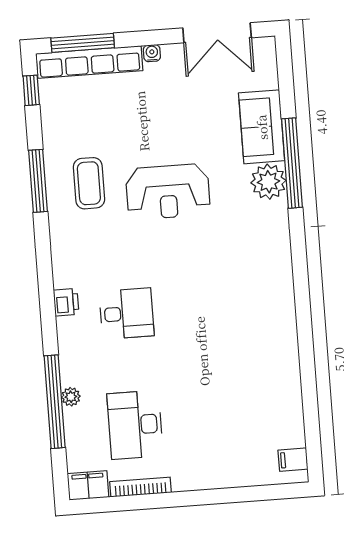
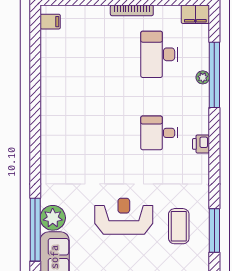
desk: (135, 425) -> (159, 54), turned 180
bookcase: (140, 487) -> (132, 10), moved

